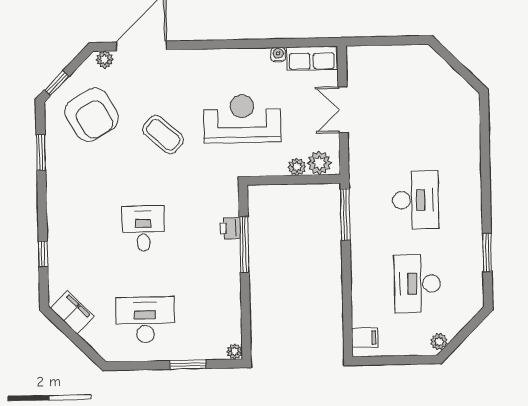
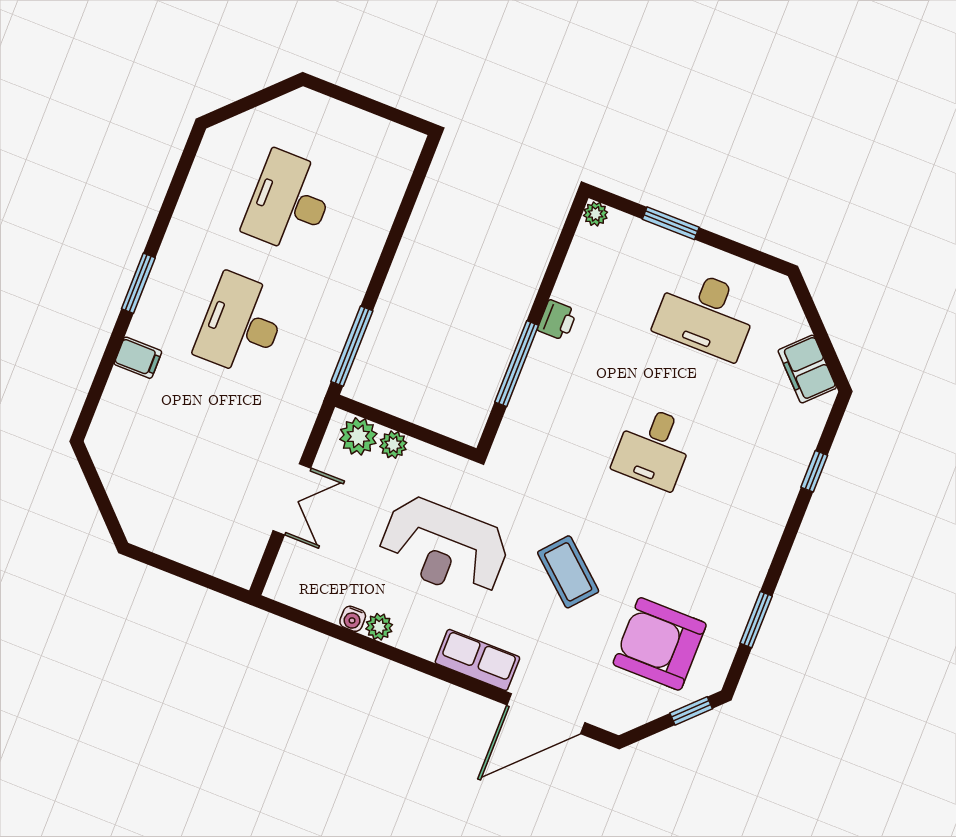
row of seats: (312, 58) -> (477, 660), moved
plant: (105, 60) -> (379, 627), moved
armchair: (92, 115) -> (660, 644), turned -60
printer: (230, 228) -> (557, 320), moved
window: (487, 253) -> (138, 283), moved
desk: (417, 284) -> (289, 202), turned 180
filing cabinet: (365, 338) -> (138, 358), moved, turned 180
plant: (439, 342) -> (293, 105), removed

